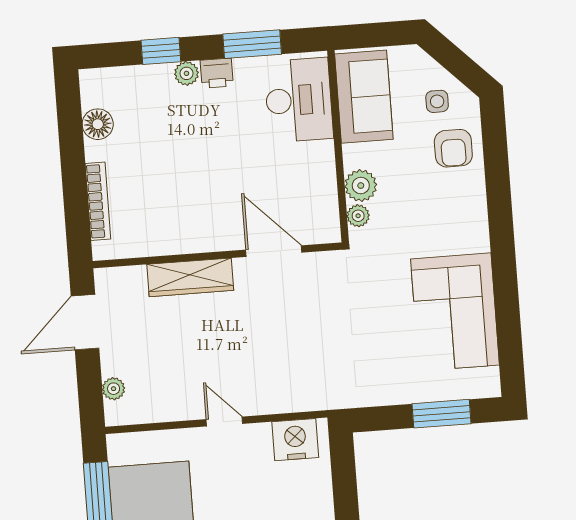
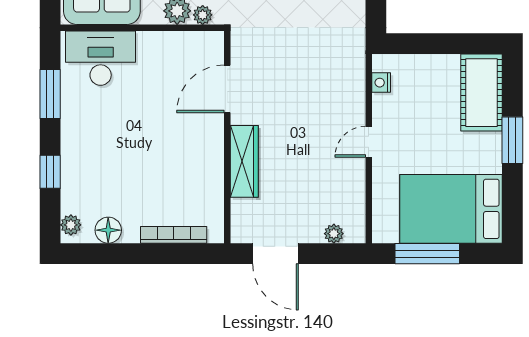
plant: (186, 73) -> (71, 225), moved
printer: (217, 73) -> (72, 126), removed
nightstand: (295, 440) -> (381, 83), width x0.53, depth x0.56

